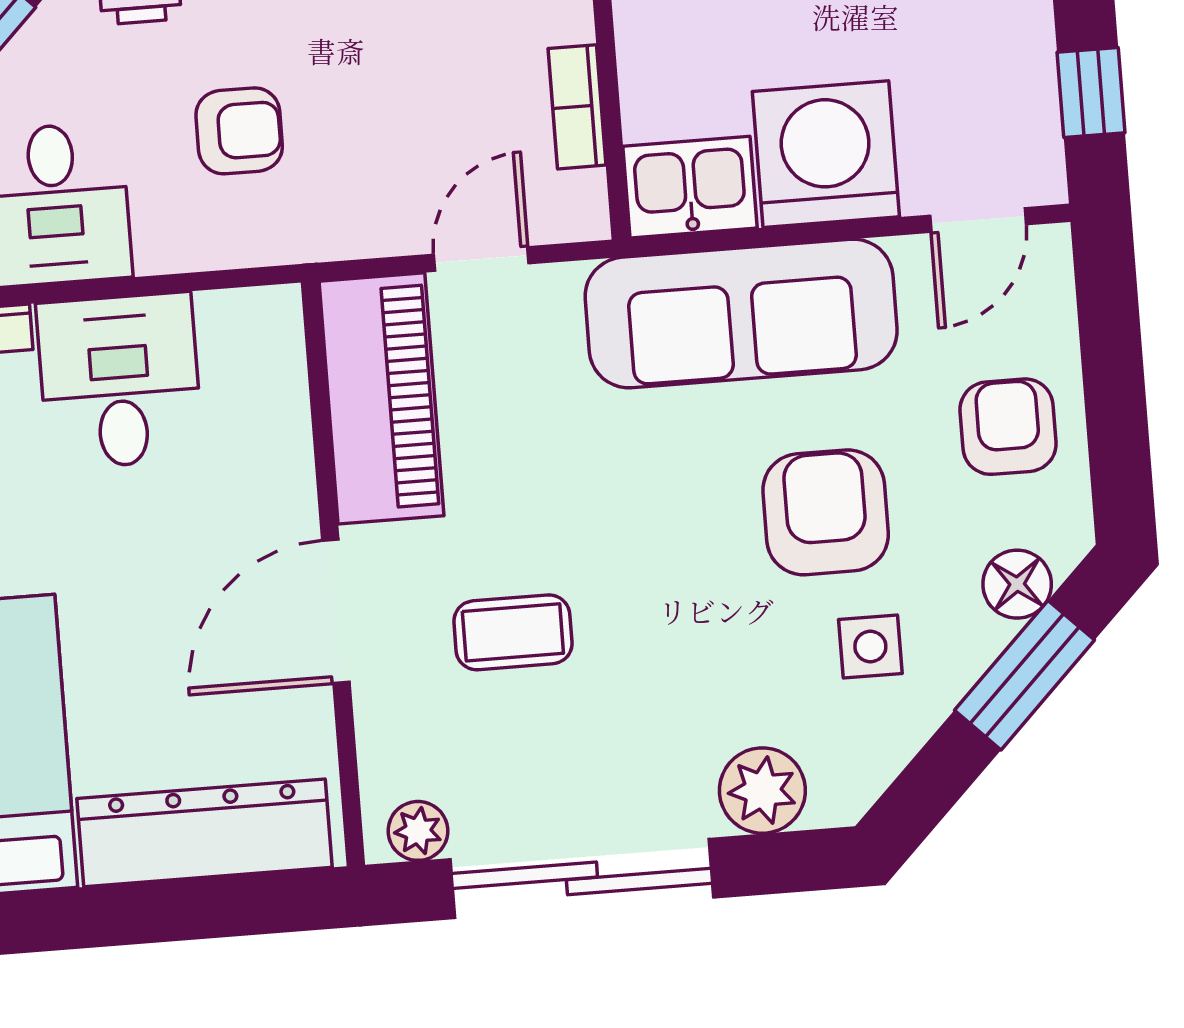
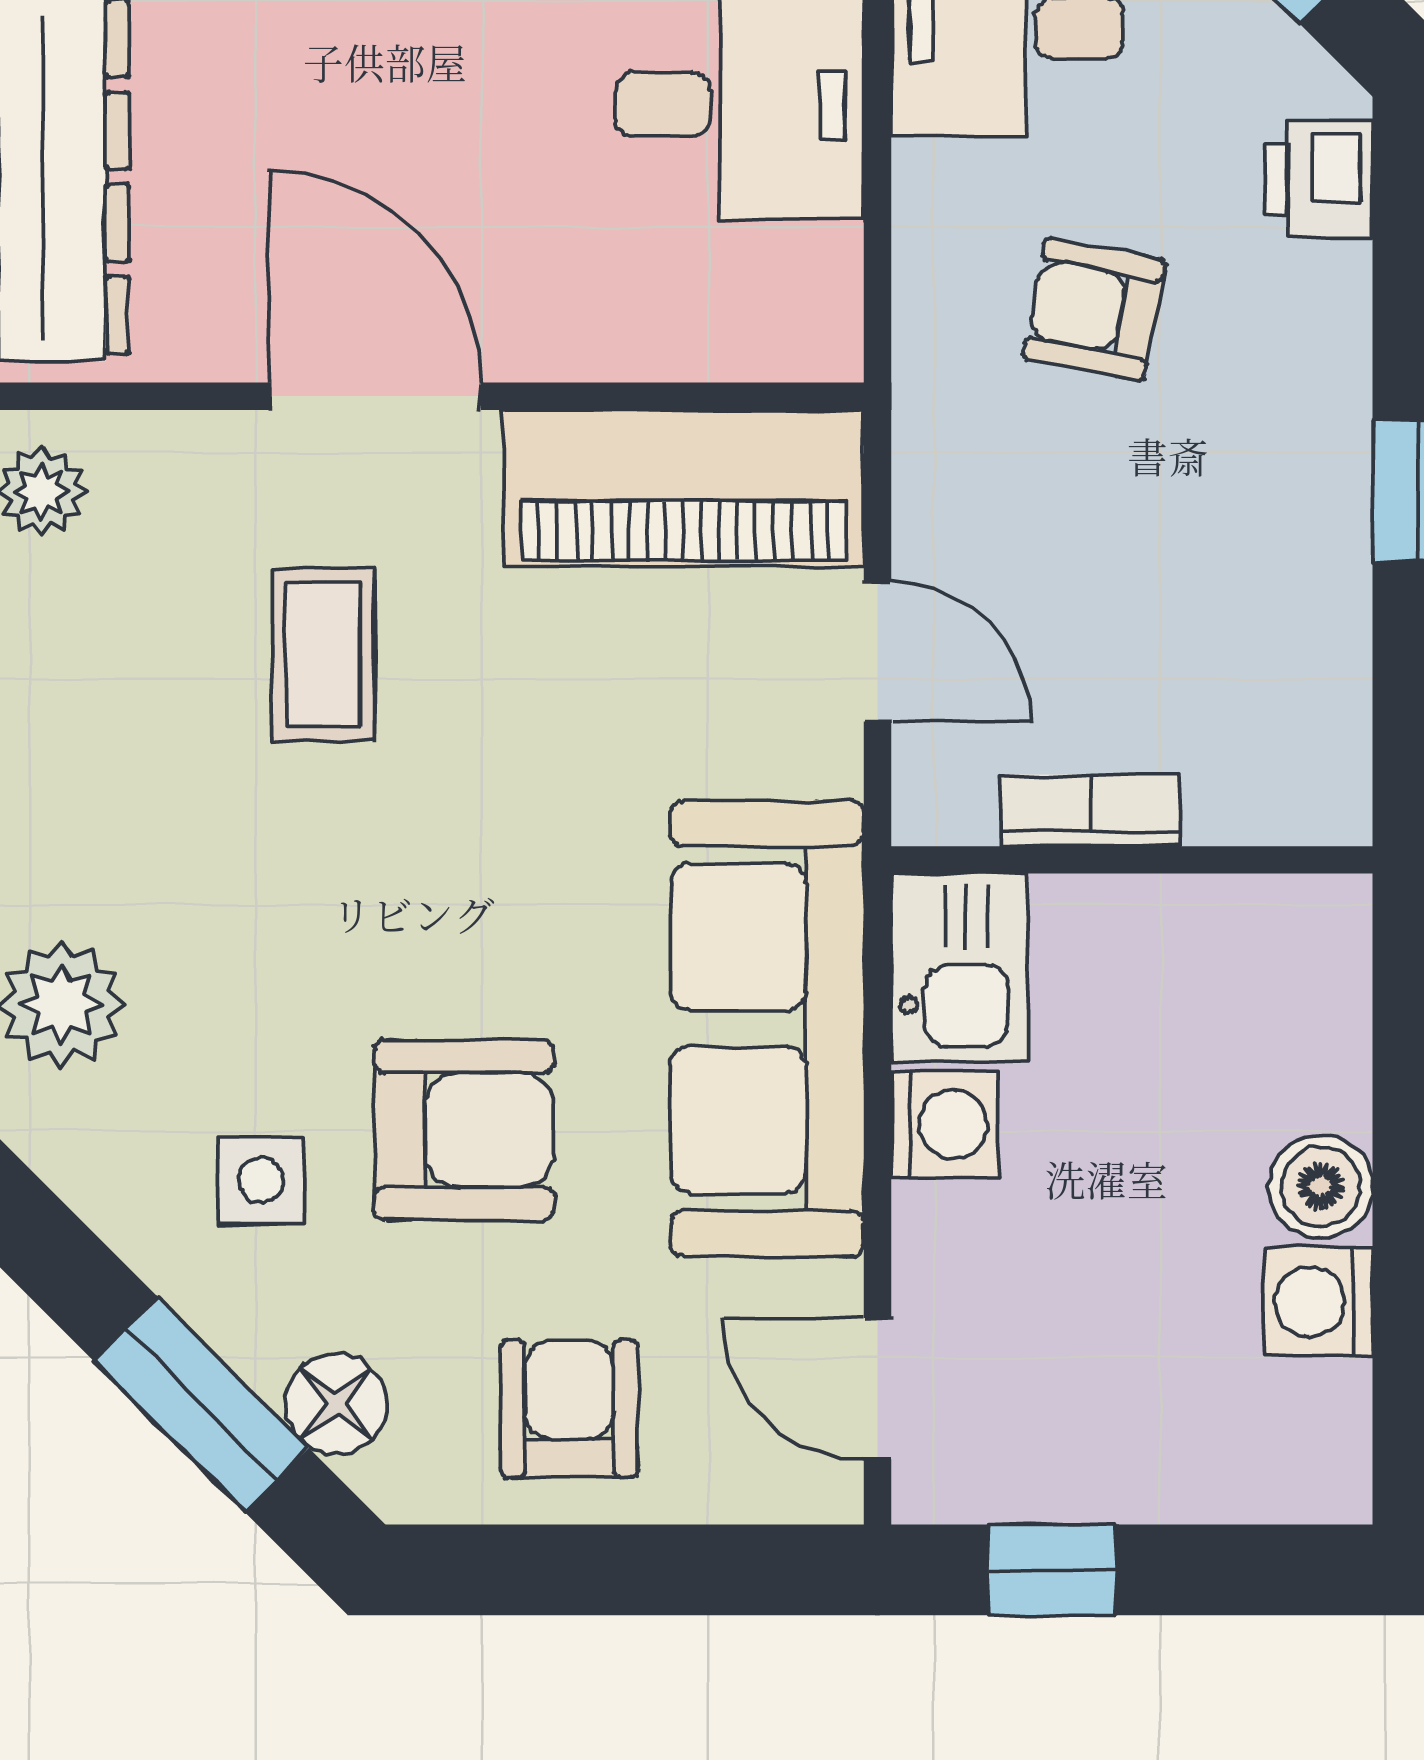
armchair: (239, 131) -> (1095, 310), turned 101
washing machine: (826, 154) -> (945, 1124), width x0.53, depth x0.53
armchair: (1008, 427) -> (569, 1409), turned -90

